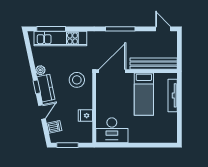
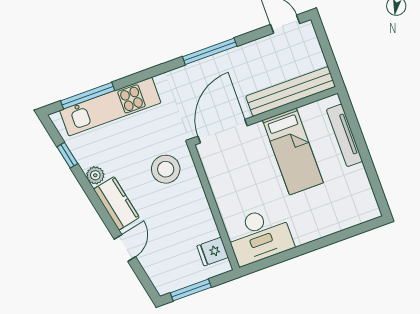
window: (37, 87) -> (67, 155), moved
fridge: (85, 116) -> (213, 252), moved
dishwasher: (54, 127) -> (156, 266), removed

